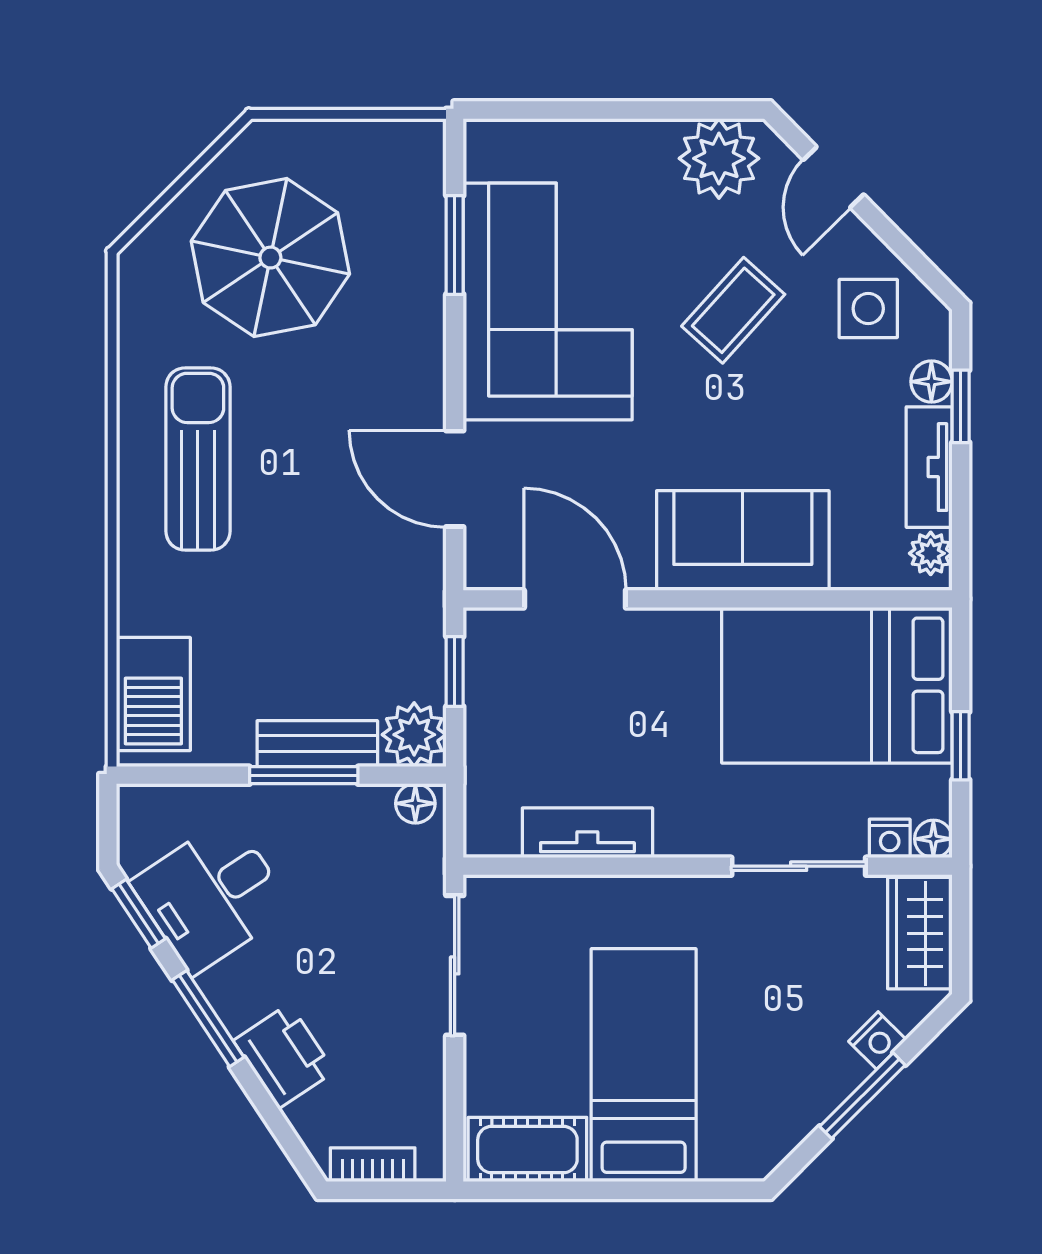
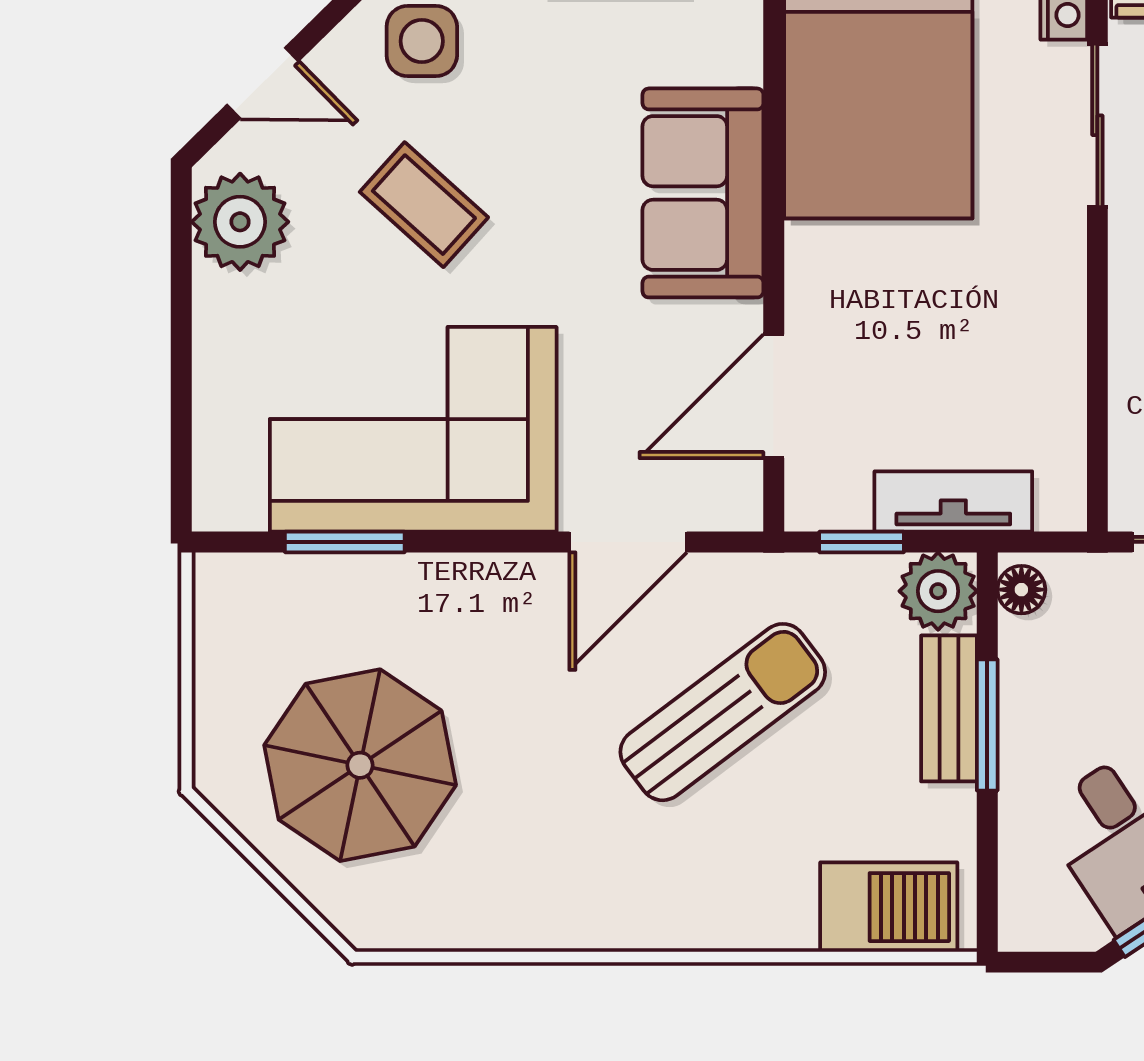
sun lounger: (198, 459) -> (723, 712), moved, turned 143
tv unit: (587, 833) -> (953, 501), moved, turned 90

